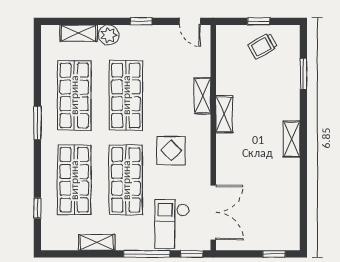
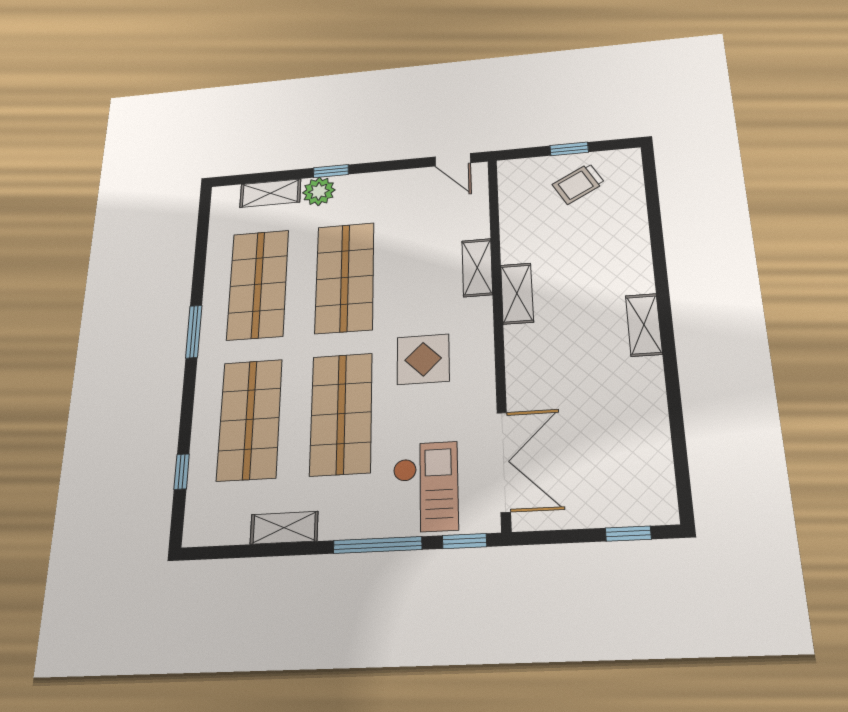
window: (141, 21) -> (331, 171), moved
window: (303, 74) -> (655, 219), removed
checkout: (172, 224) -> (425, 487), turned 180

